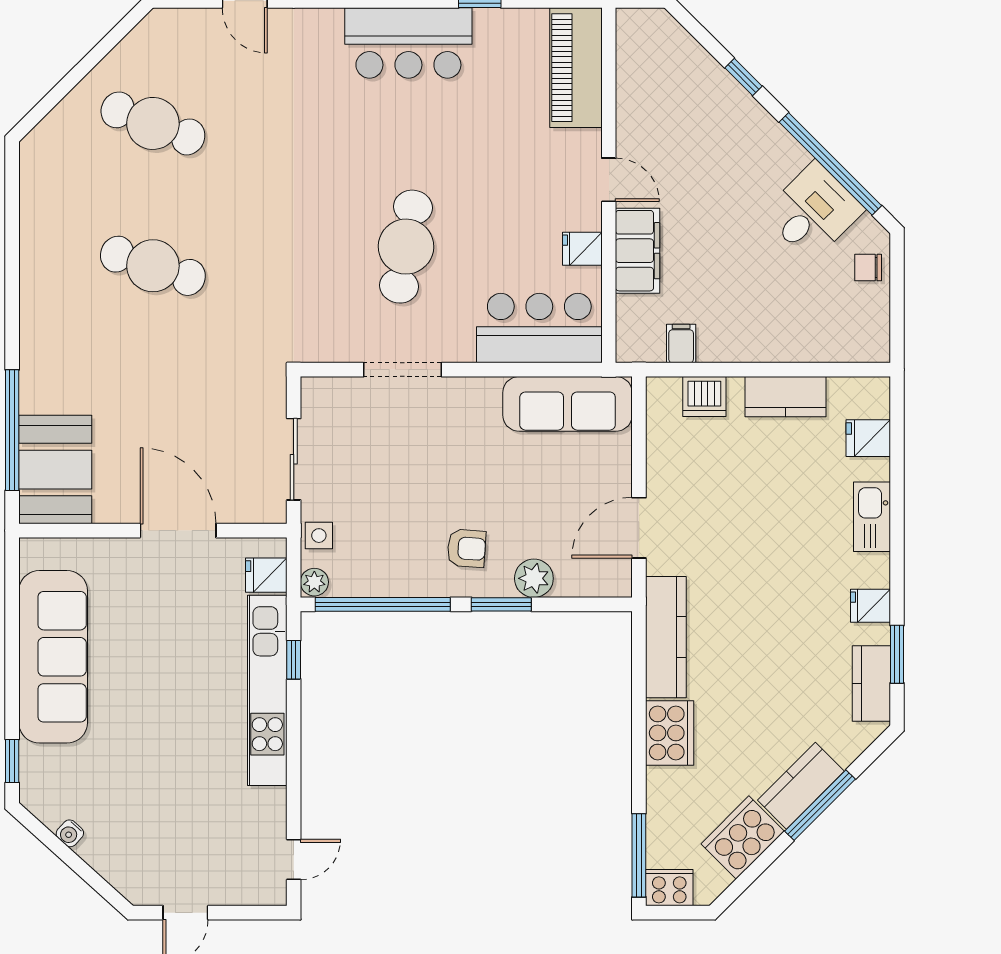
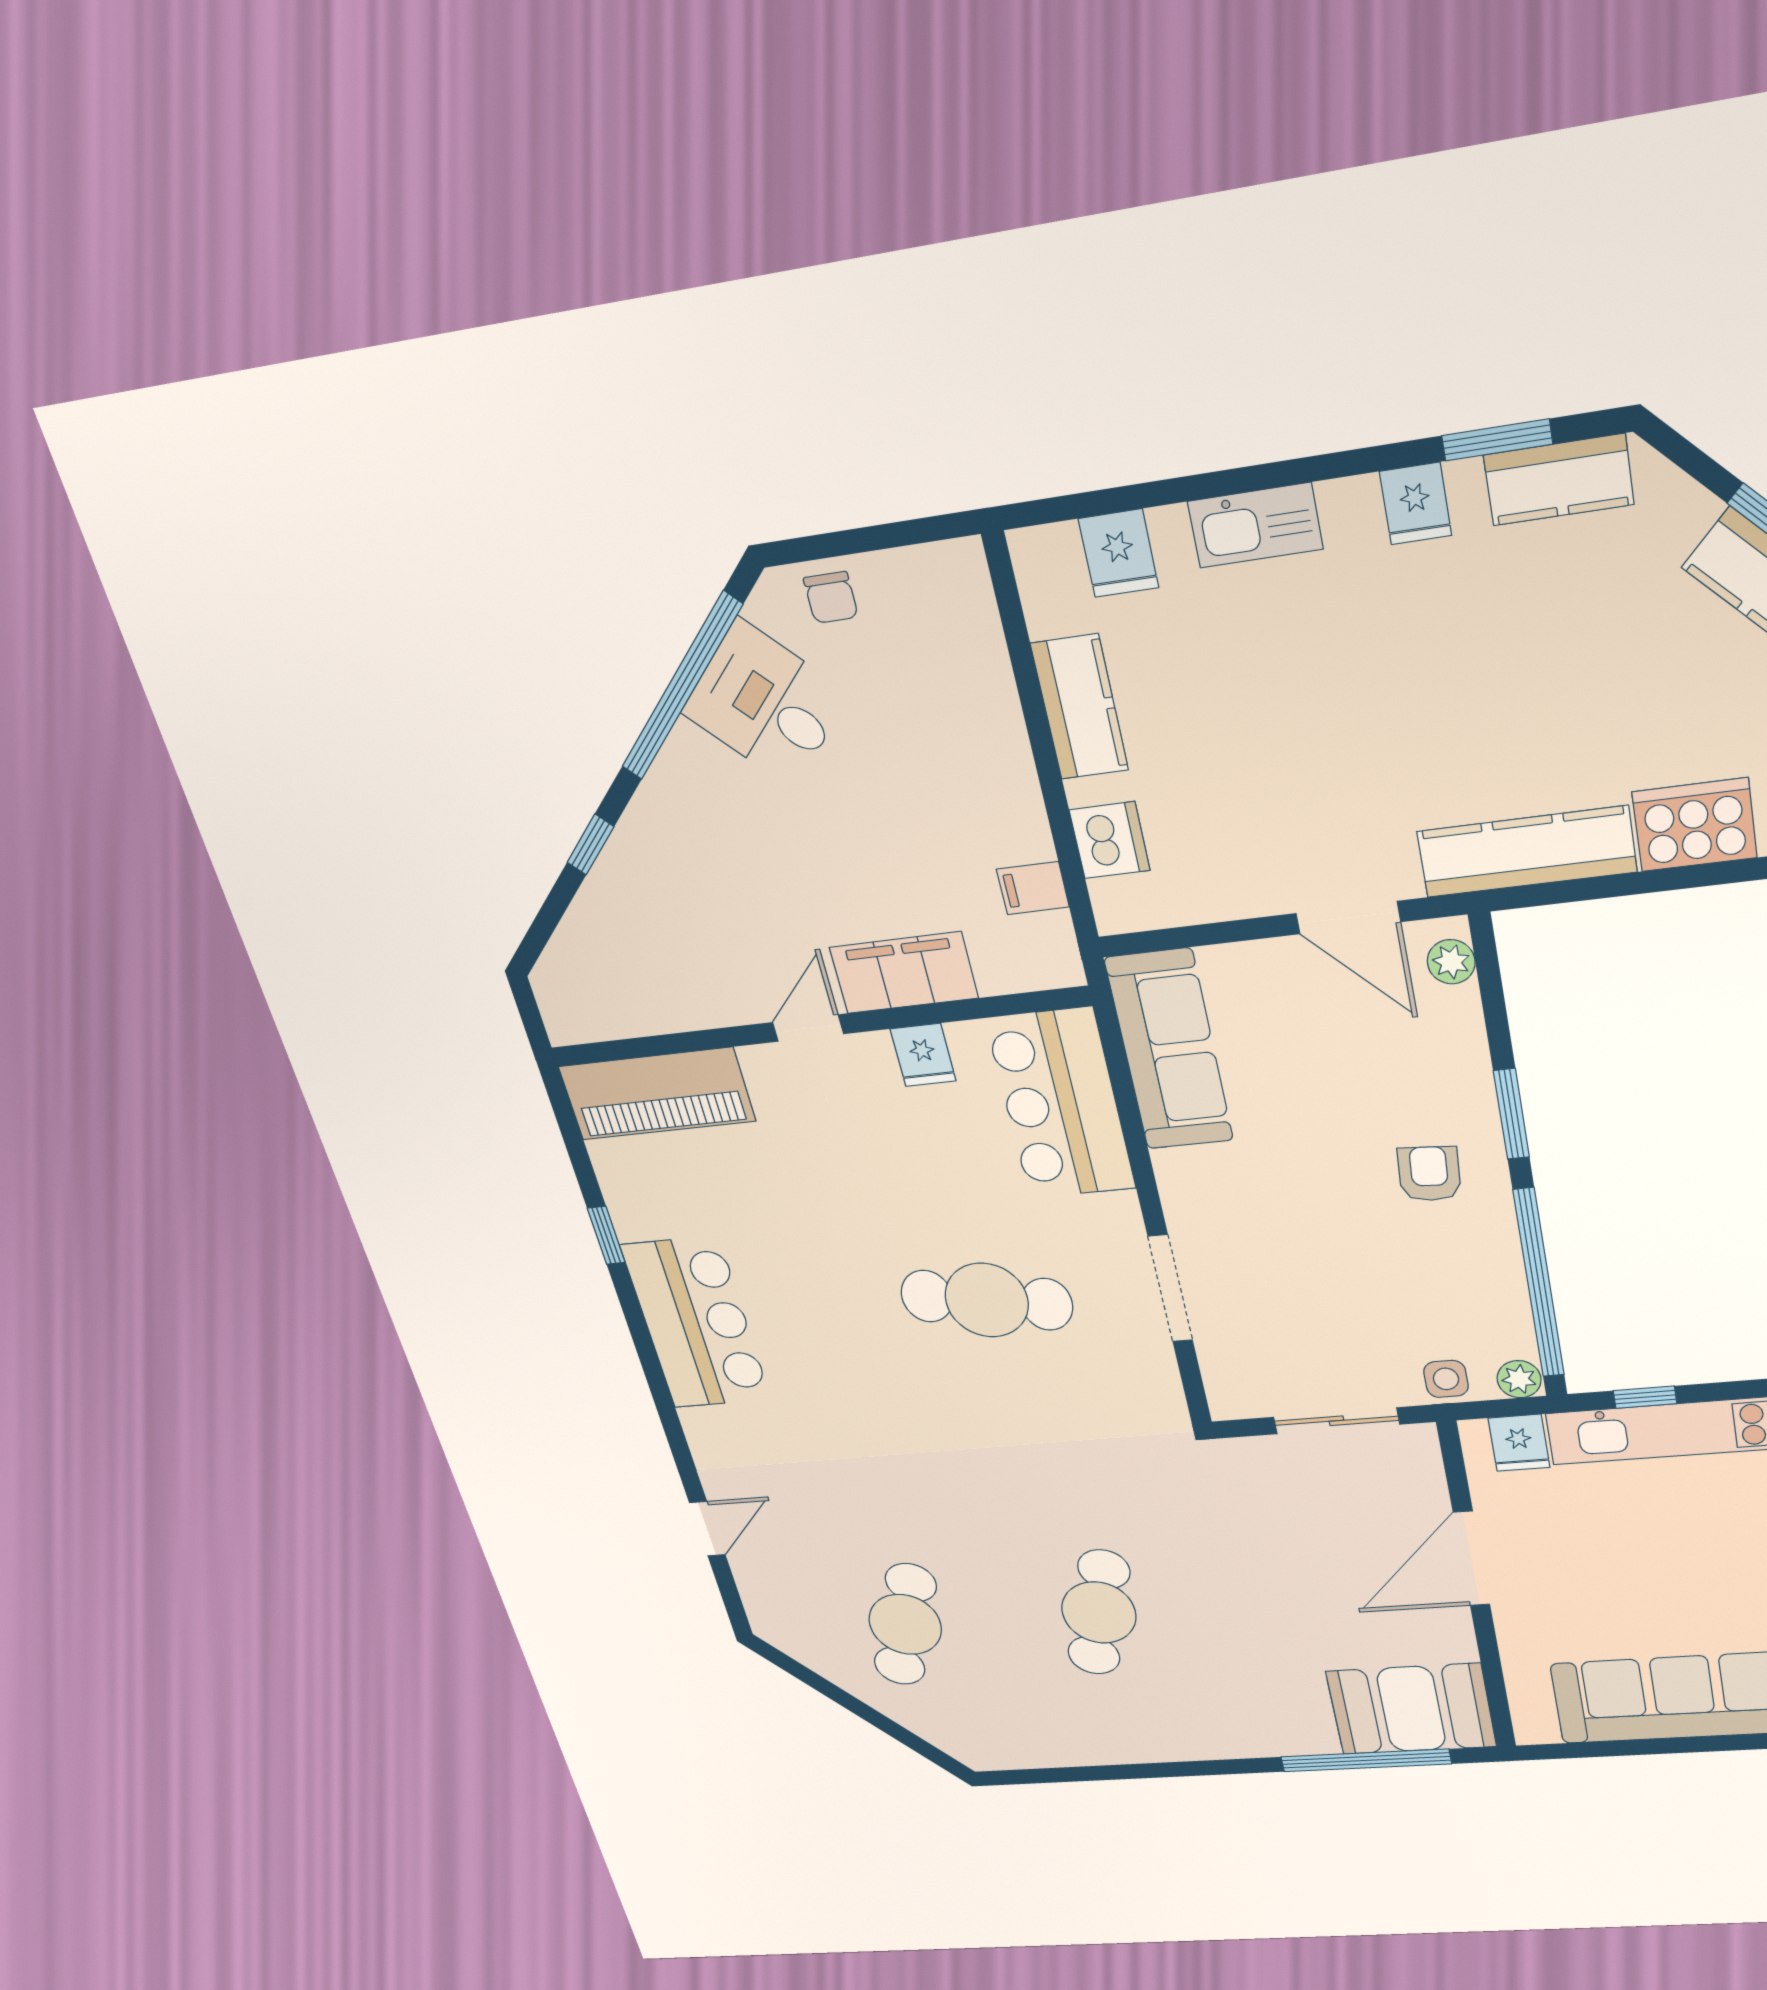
plant: (534, 578) -> (1451, 962), moved, width x0.73, depth x0.73

